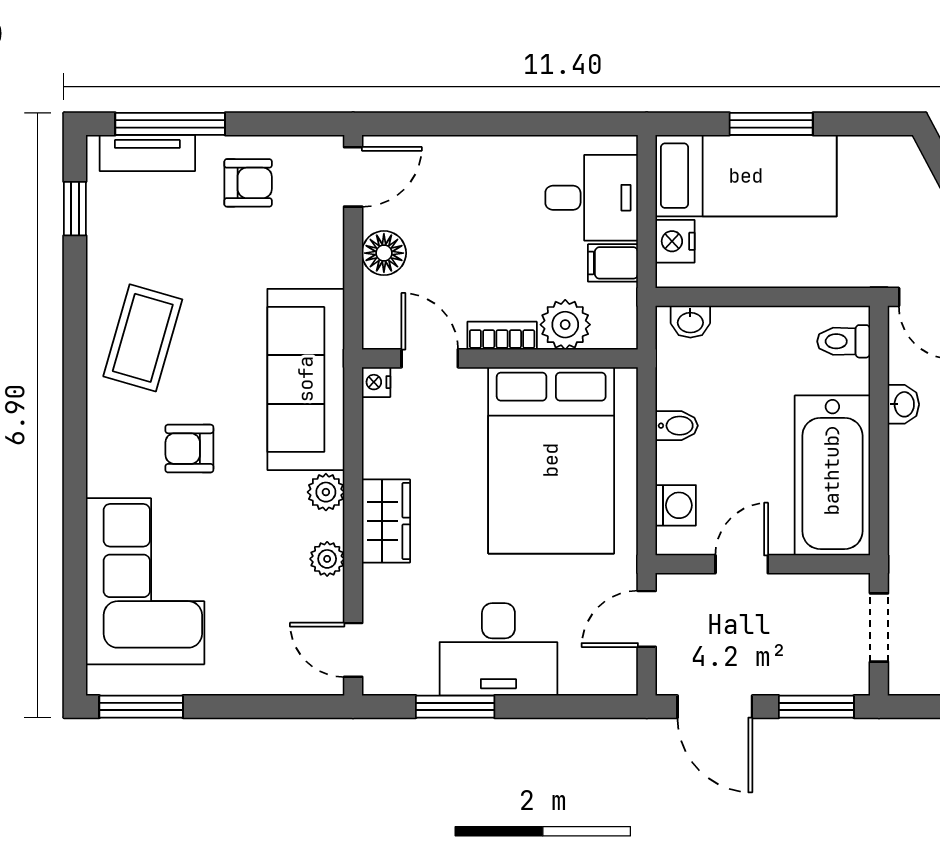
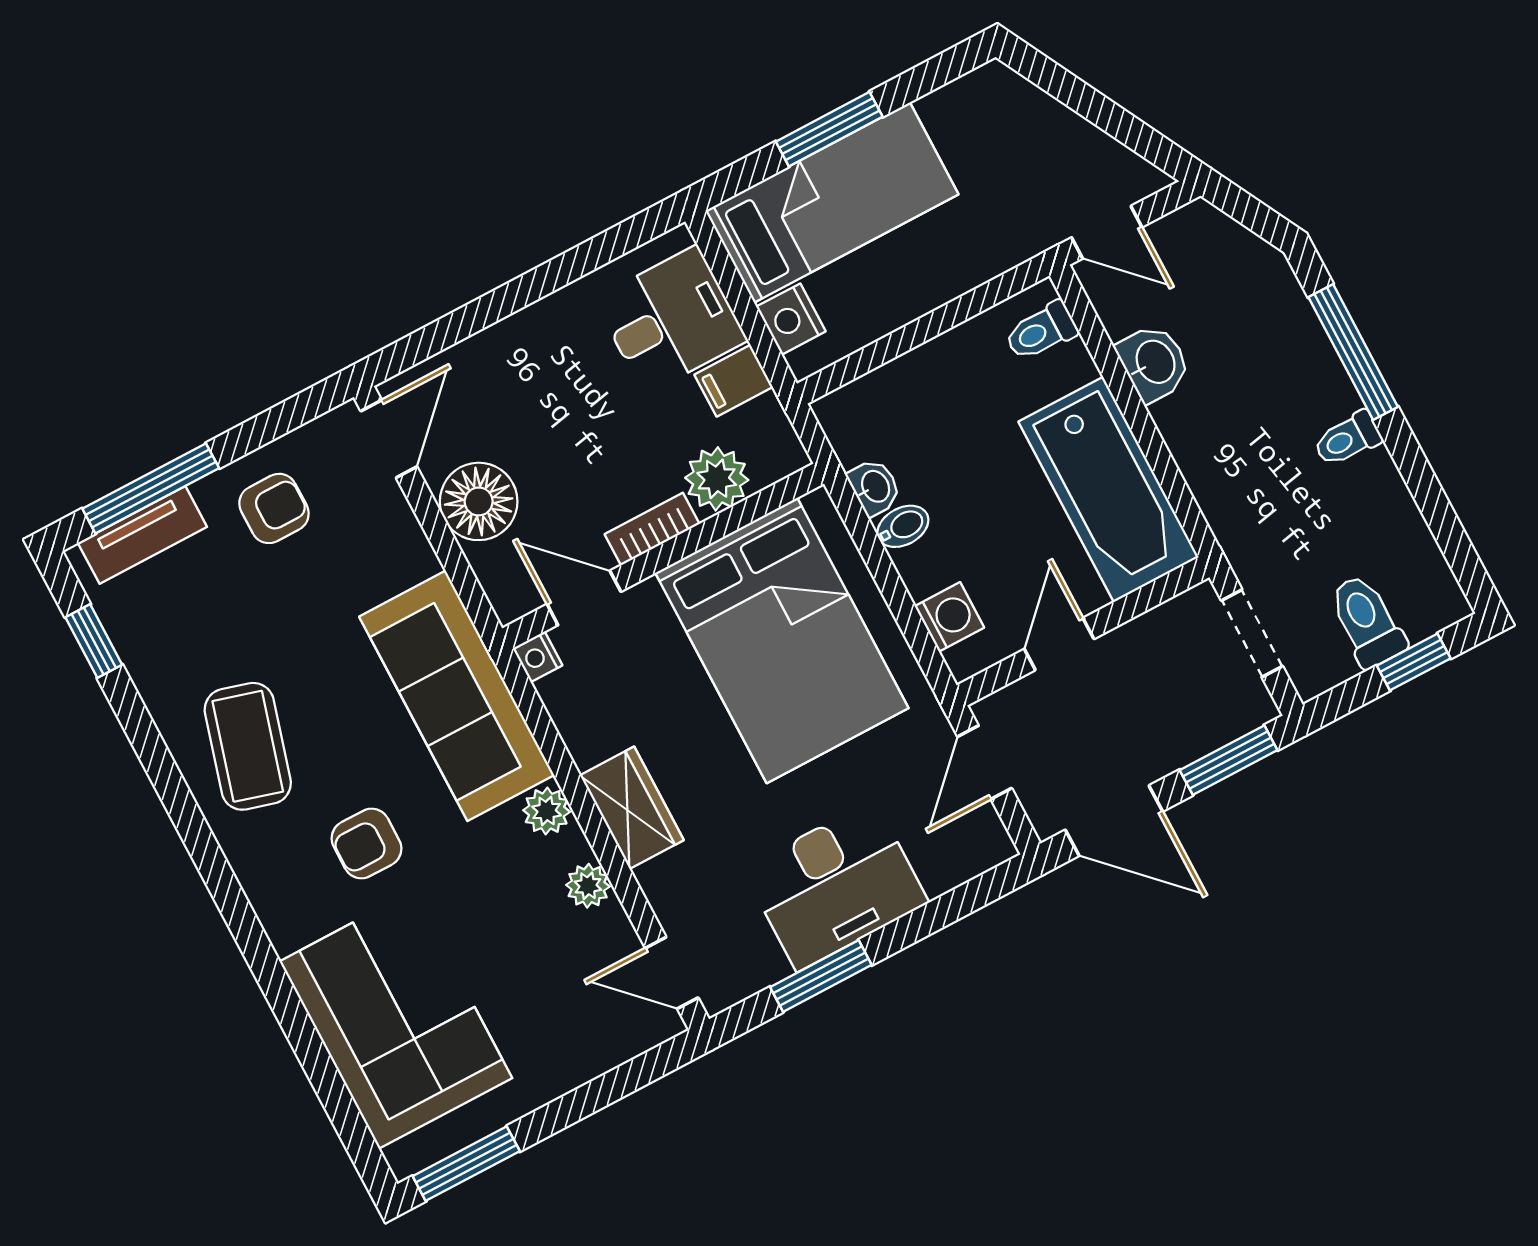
floor lamp: (384, 253) -> (479, 501), width x1.38, depth x1.38
washbasin: (690, 322) -> (875, 487), moved, turned -90
washbasin: (903, 404) -> (1154, 363), width x1.38, depth x1.45

